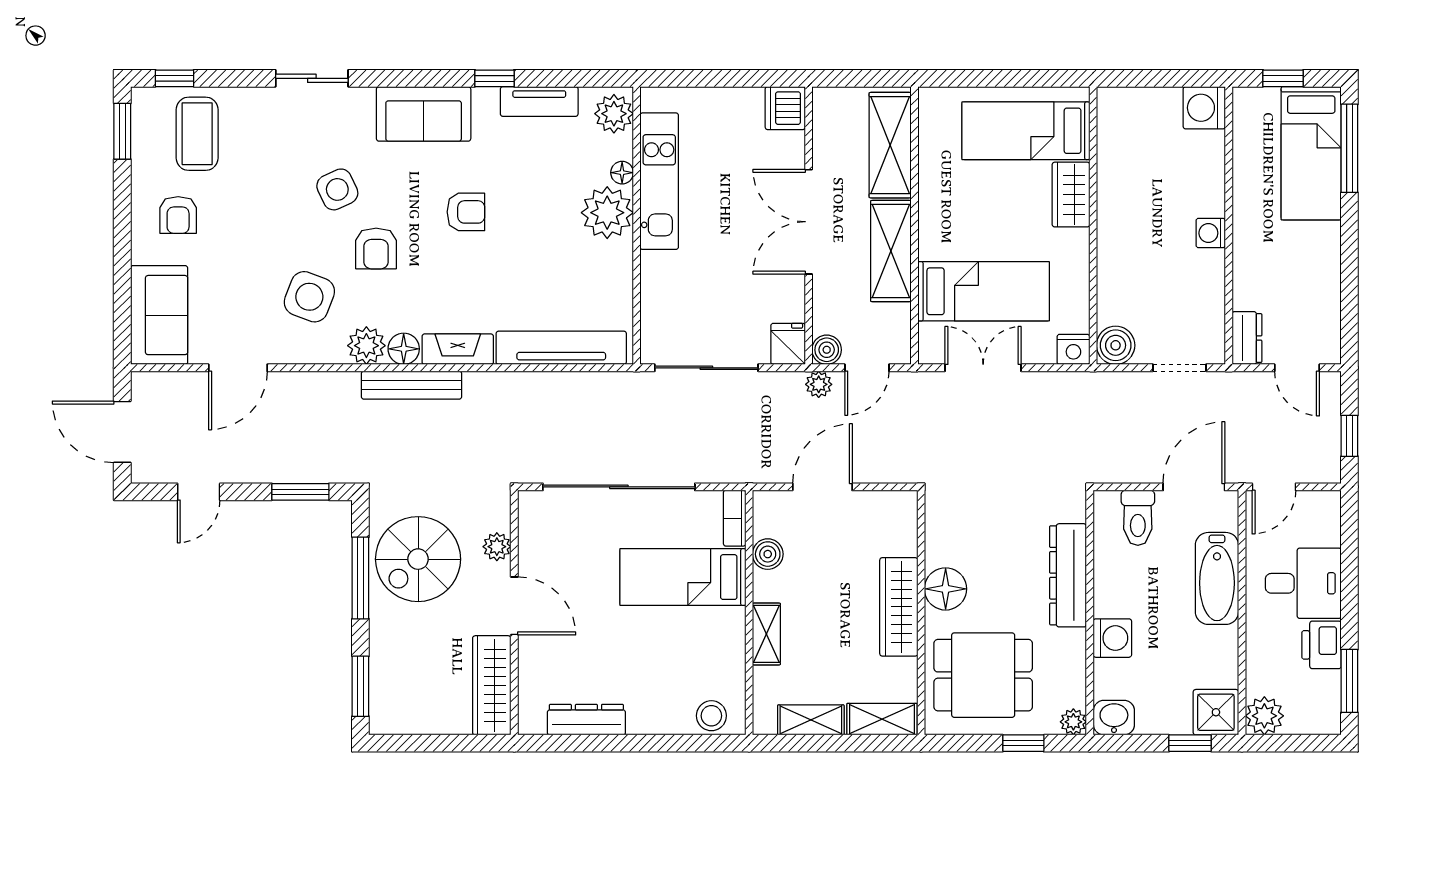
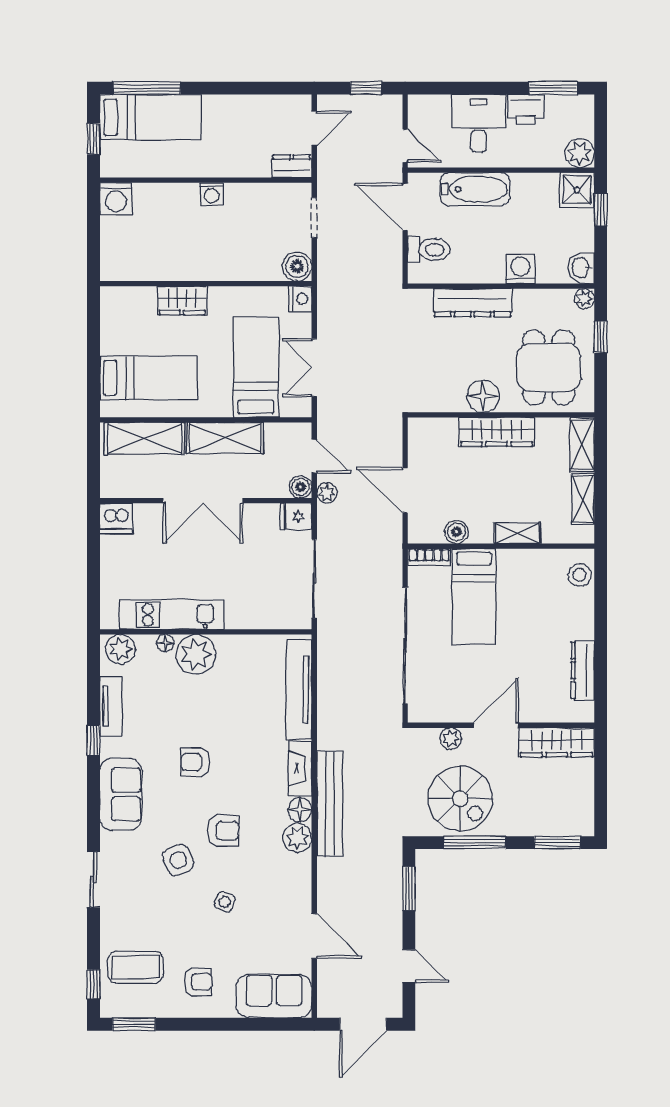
bed: (1026, 131) -> (149, 378), moved, turned -90
armchair: (466, 212) -> (195, 762), turned -90
side table: (309, 297) -> (225, 902), moved, width x0.54, depth x0.54
bench: (412, 385) -> (330, 804), width x1.37, depth x1.21

